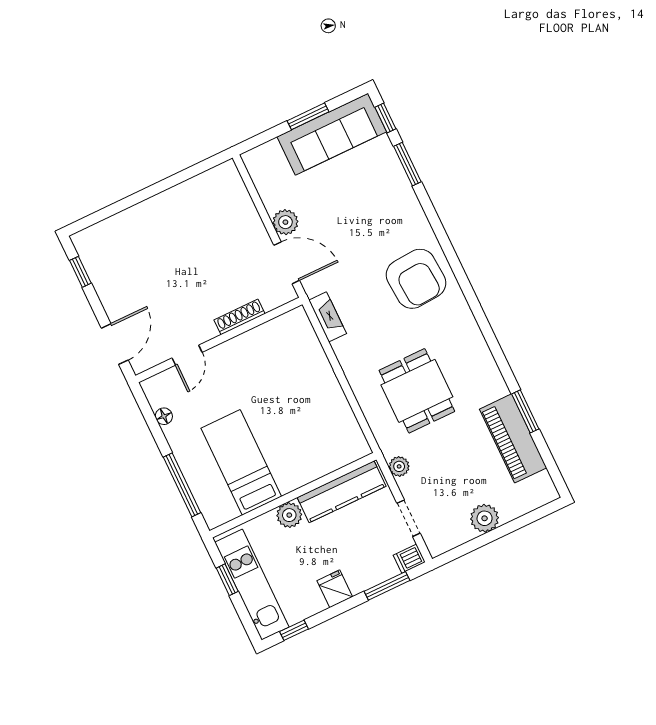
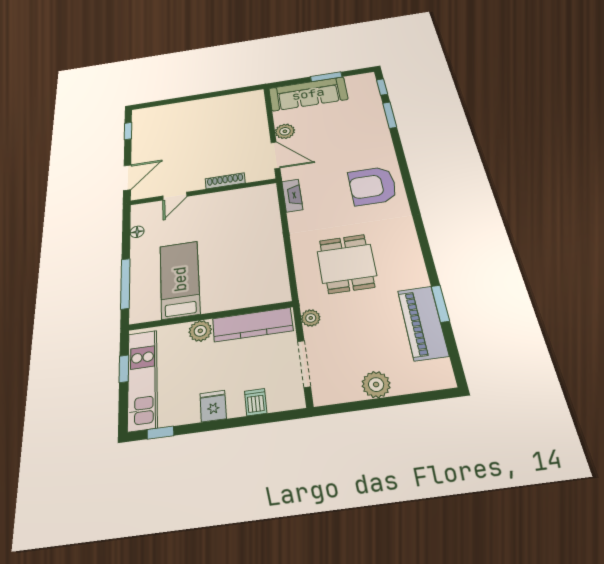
sofa: (332, 134) -> (308, 94), moved
armchair: (416, 279) -> (372, 186), turned 94
doorway: (409, 518) -> (304, 364), width x1.38
dishwasher: (409, 559) -> (256, 402), moved, turned 90
window: (387, 586) -> (262, 419), removed

